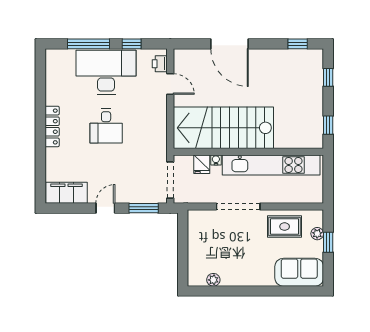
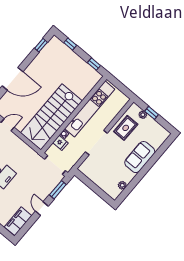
sofa: (299, 272) -> (140, 157), moved

